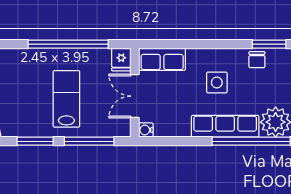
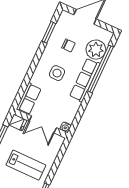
chair: (257, 60) -> (68, 45), moved
lab bench: (66, 99) -> (26, 165), turned 180
window: (89, 141) -> (57, 163), removed

